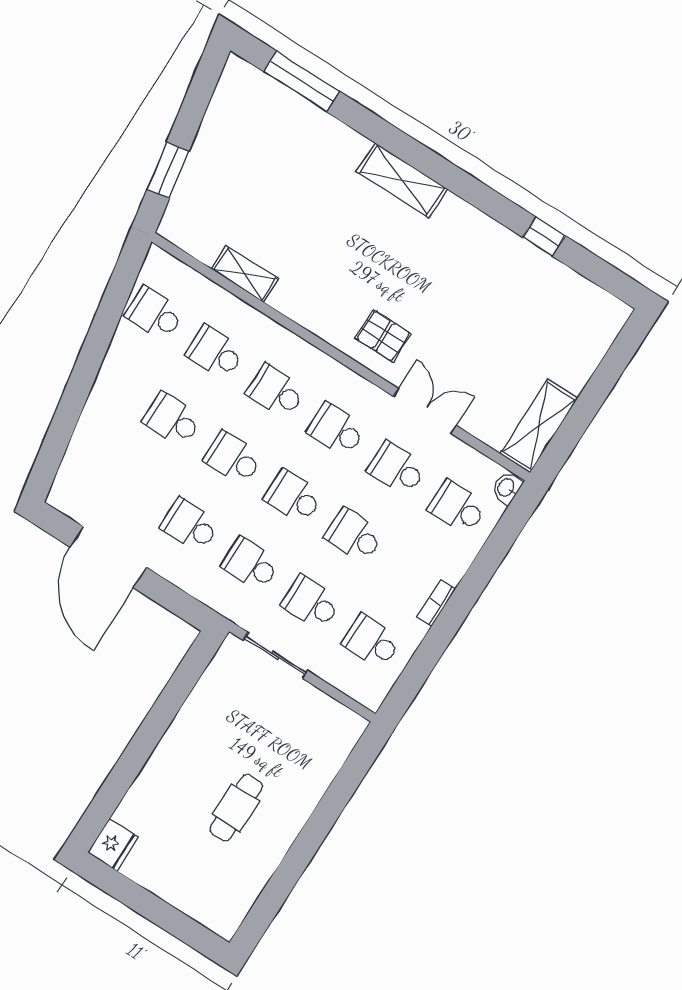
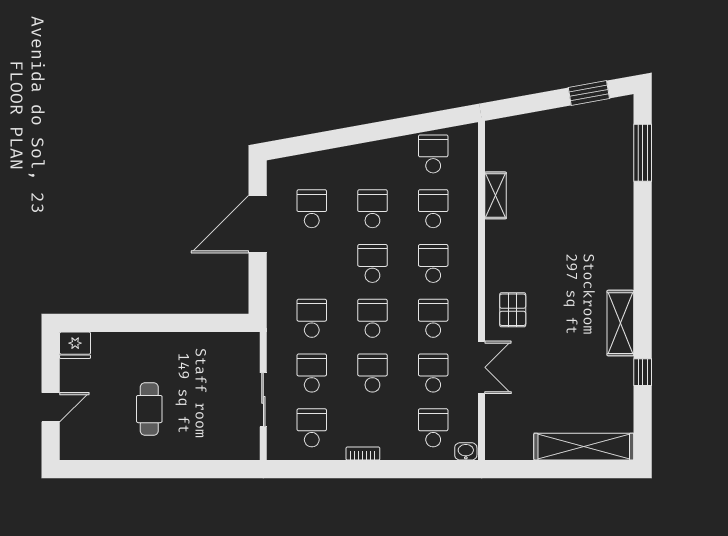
window: (168, 170) -> (589, 93), moved
shelving: (402, 180) -> (620, 323), moved
shelving: (539, 426) -> (584, 447), moved, width x1.47
school desk: (190, 525) -> (312, 209), moved
sliding door: (276, 655) -> (263, 400), moved
cafe table: (236, 808) -> (149, 409), turned 90
door: (164, 916) -> (51, 407), added

